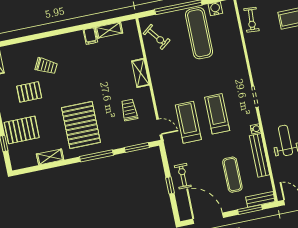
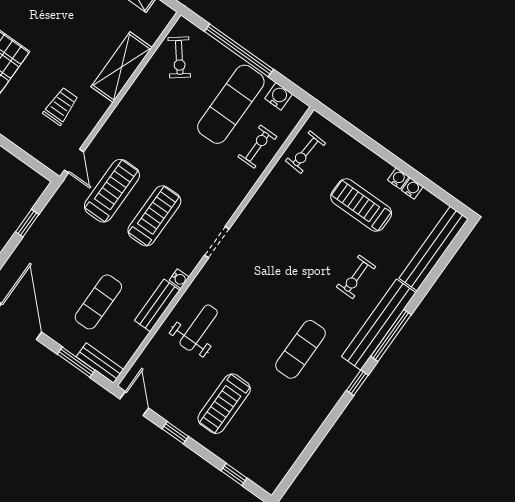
shelving: (140, 73) -> (122, 67), width x1.50, depth x1.33
window: (137, 147) -> (24, 157), removed
bench: (260, 155) -> (157, 305), width x0.73
exercise bike: (183, 176) -> (257, 147), moved
window: (170, 185) -> (27, 223), moved

